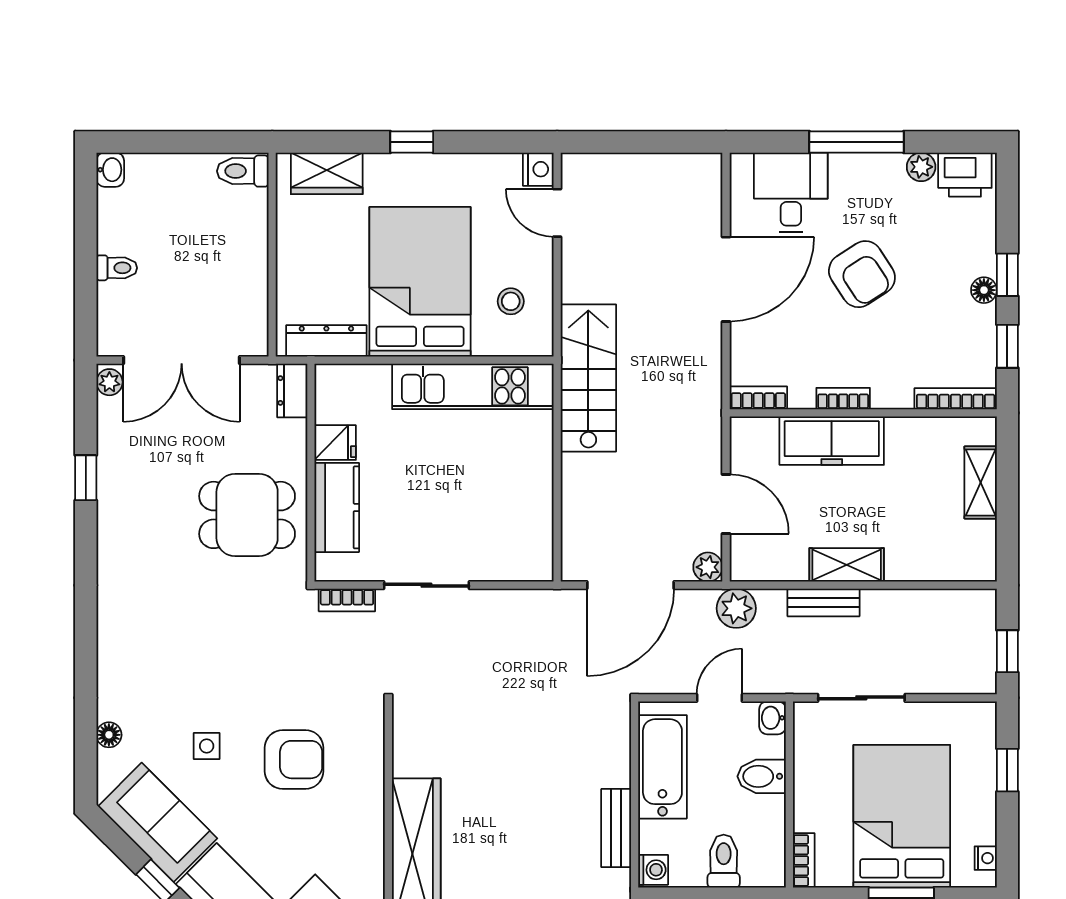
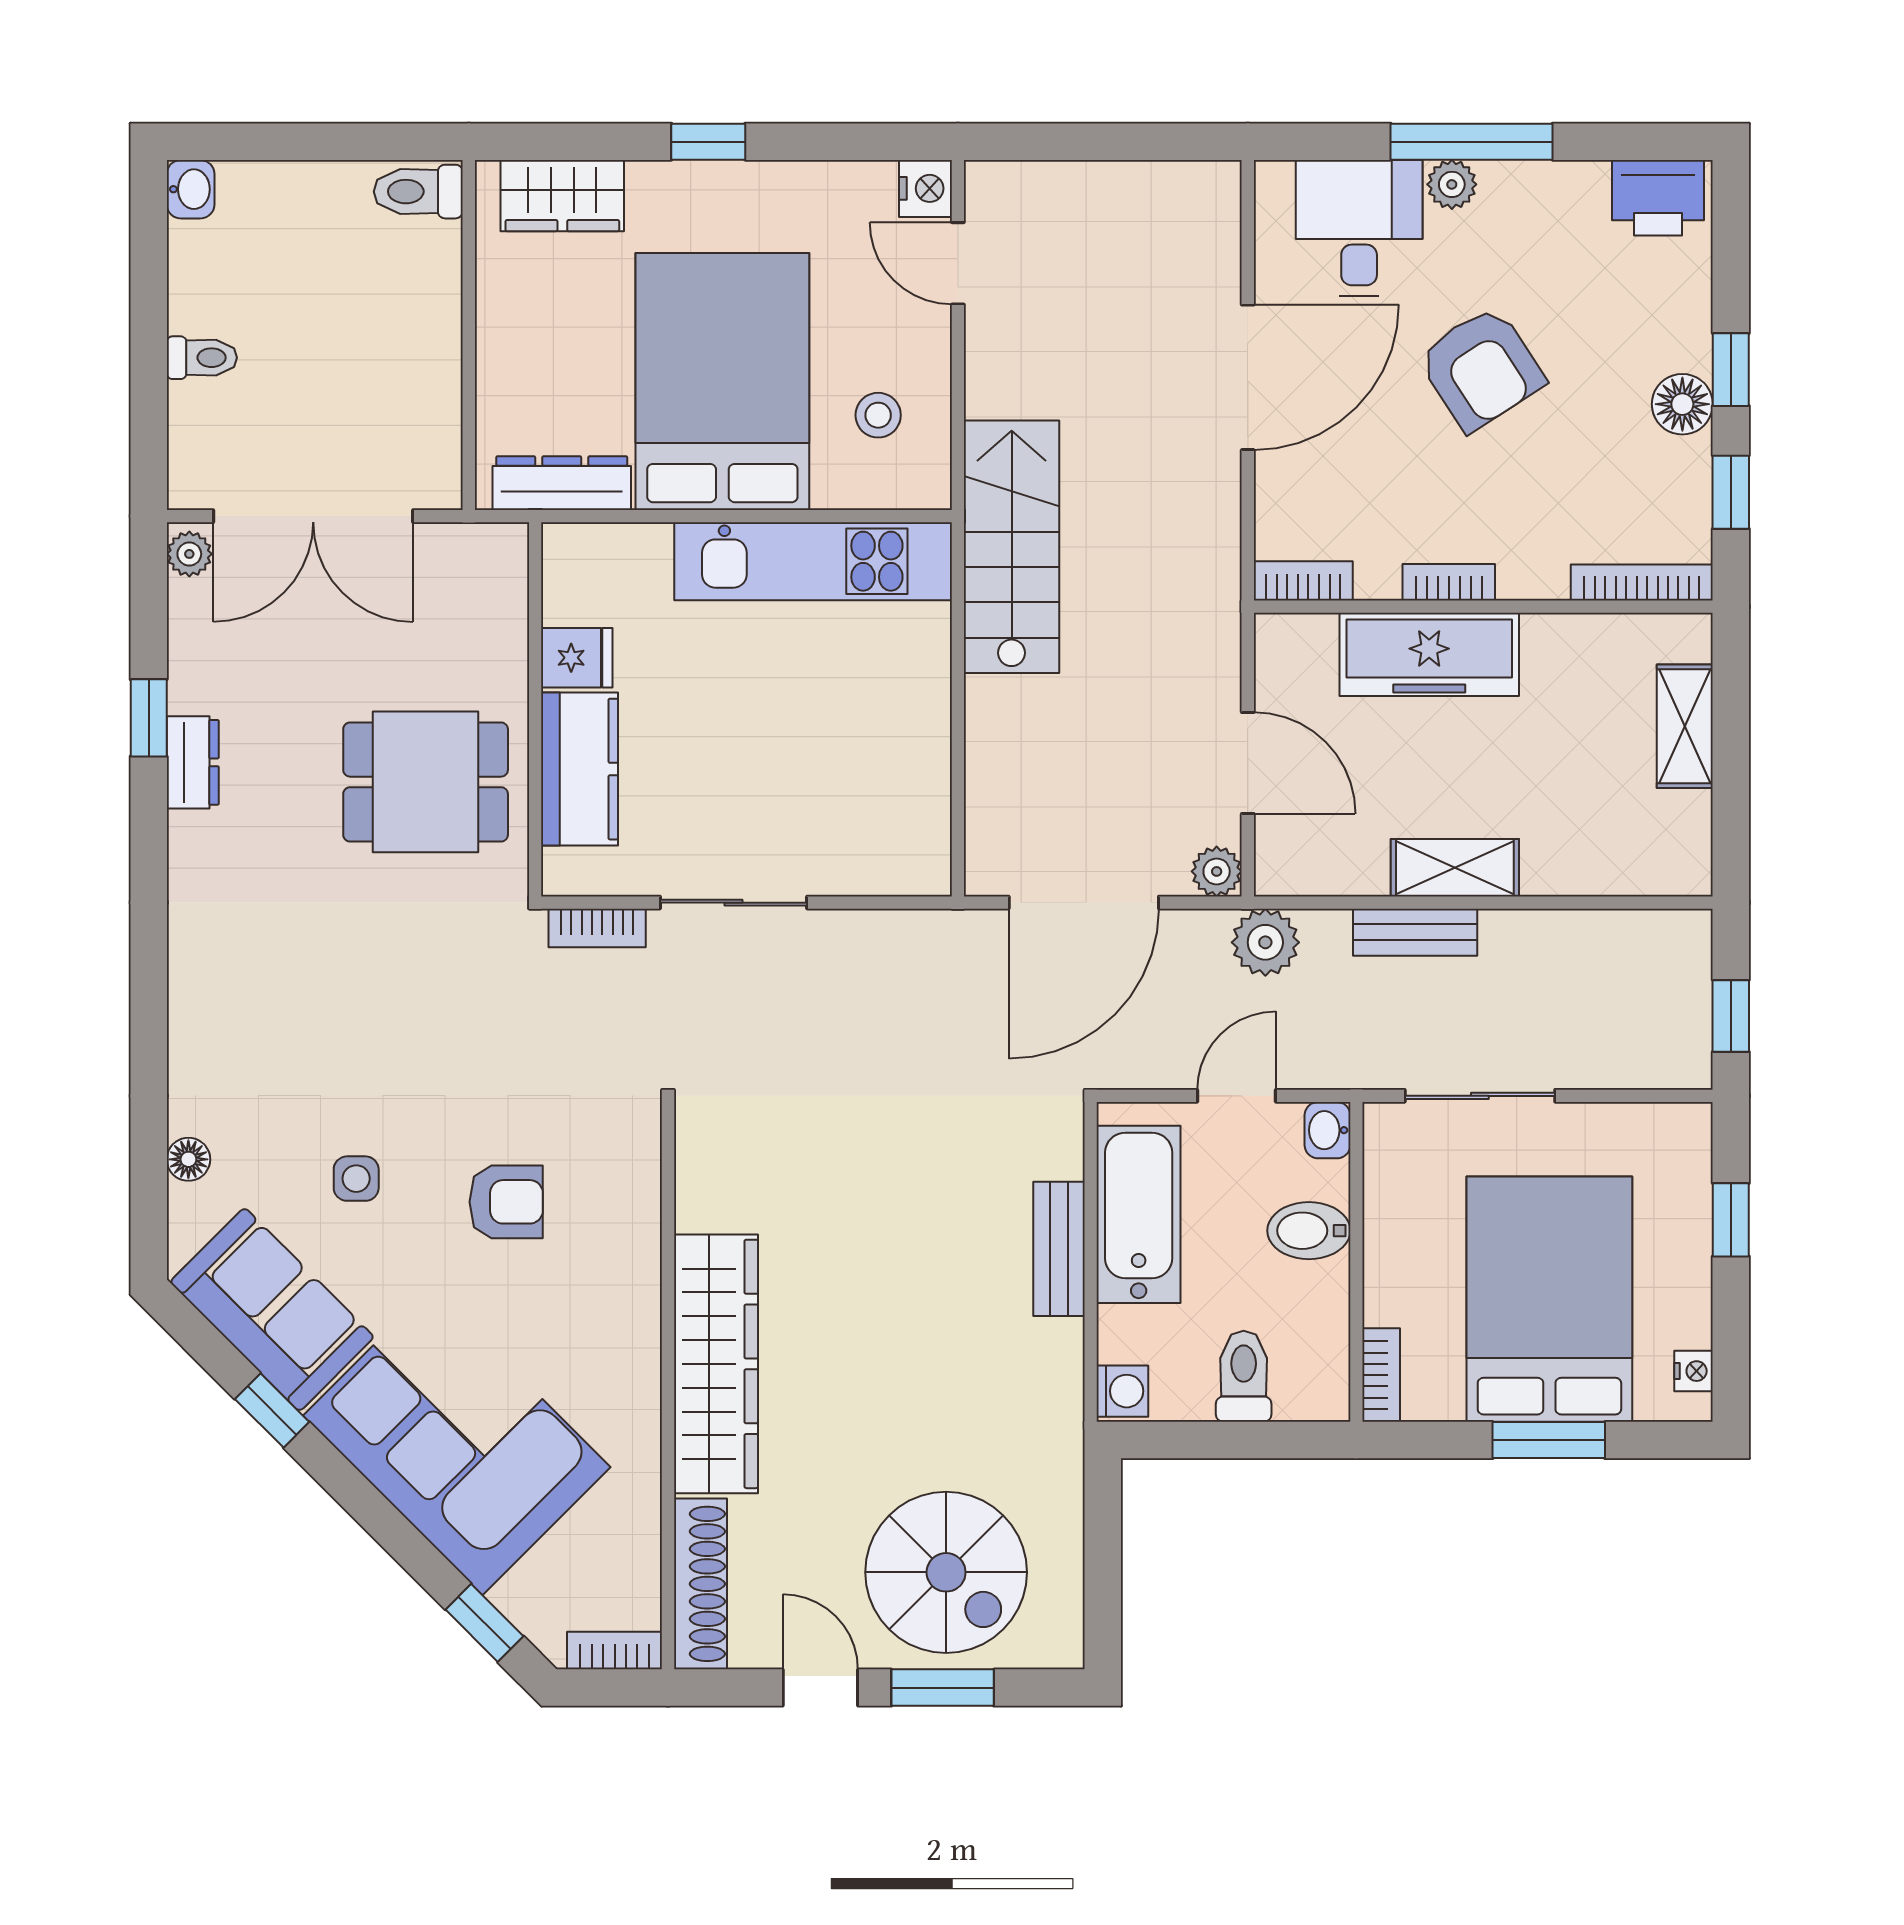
plant: (921, 167) -> (1452, 184), moved
floor lamp: (984, 290) -> (1682, 404), width x1.37, depth x1.37
dresser: (292, 391) -> (193, 762), moved, turned 180
armchair: (294, 760) -> (506, 1202), width x0.72, depth x0.72
bench: (616, 828) -> (1059, 1249), moved

